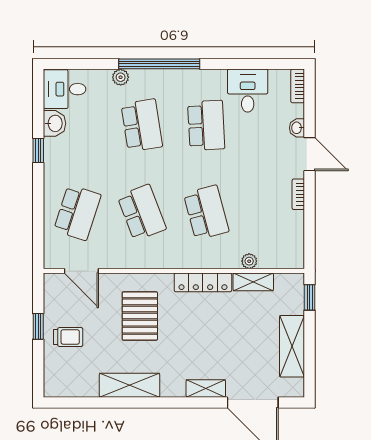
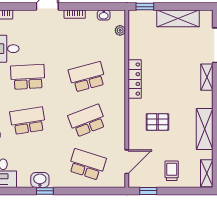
washbasin: (54, 123) -> (40, 180), moved
washbasin: (297, 128) -> (104, 15), moved
plant: (249, 261) -> (120, 30), moved
shelving: (253, 282) -> (207, 173), moved
pallet: (140, 316) -> (157, 122), width x0.67, depth x0.71
window: (38, 326) -> (148, 191), moved

